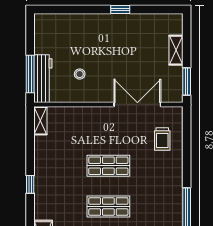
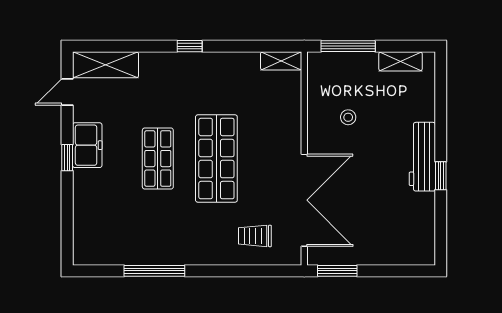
shelving: (176, 50) -> (401, 61), moved
workbench: (43, 79) -> (422, 157), moved, turned 90
double door: (137, 105) -> (304, 200), width x1.36
shop shelf: (108, 166) -> (216, 159), width x1.43, depth x1.36

